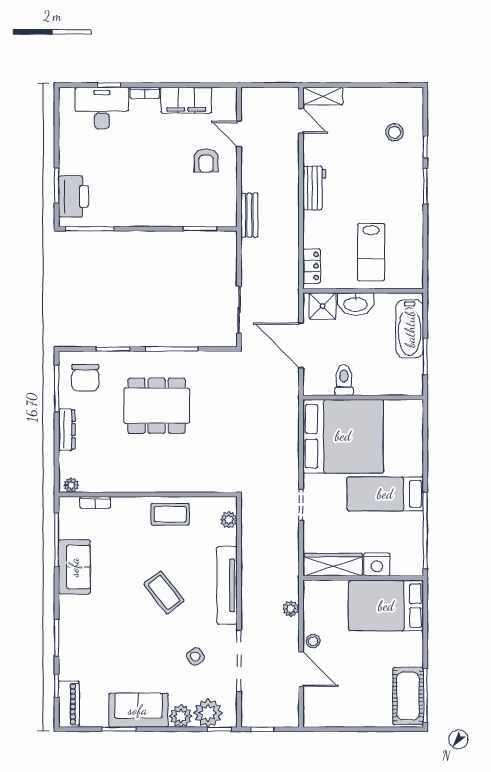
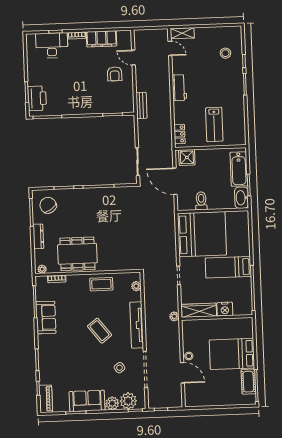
washbasin: (355, 304) -> (242, 198), moved, turned 90
chair: (85, 378) -> (48, 205), turned 146
dining table: (157, 406) -> (77, 254), moved
bed: (386, 606) -> (232, 354), moved
plant: (291, 609) -> (174, 316), moved
cot: (408, 696) -> (248, 382), width x0.73, depth x0.75

